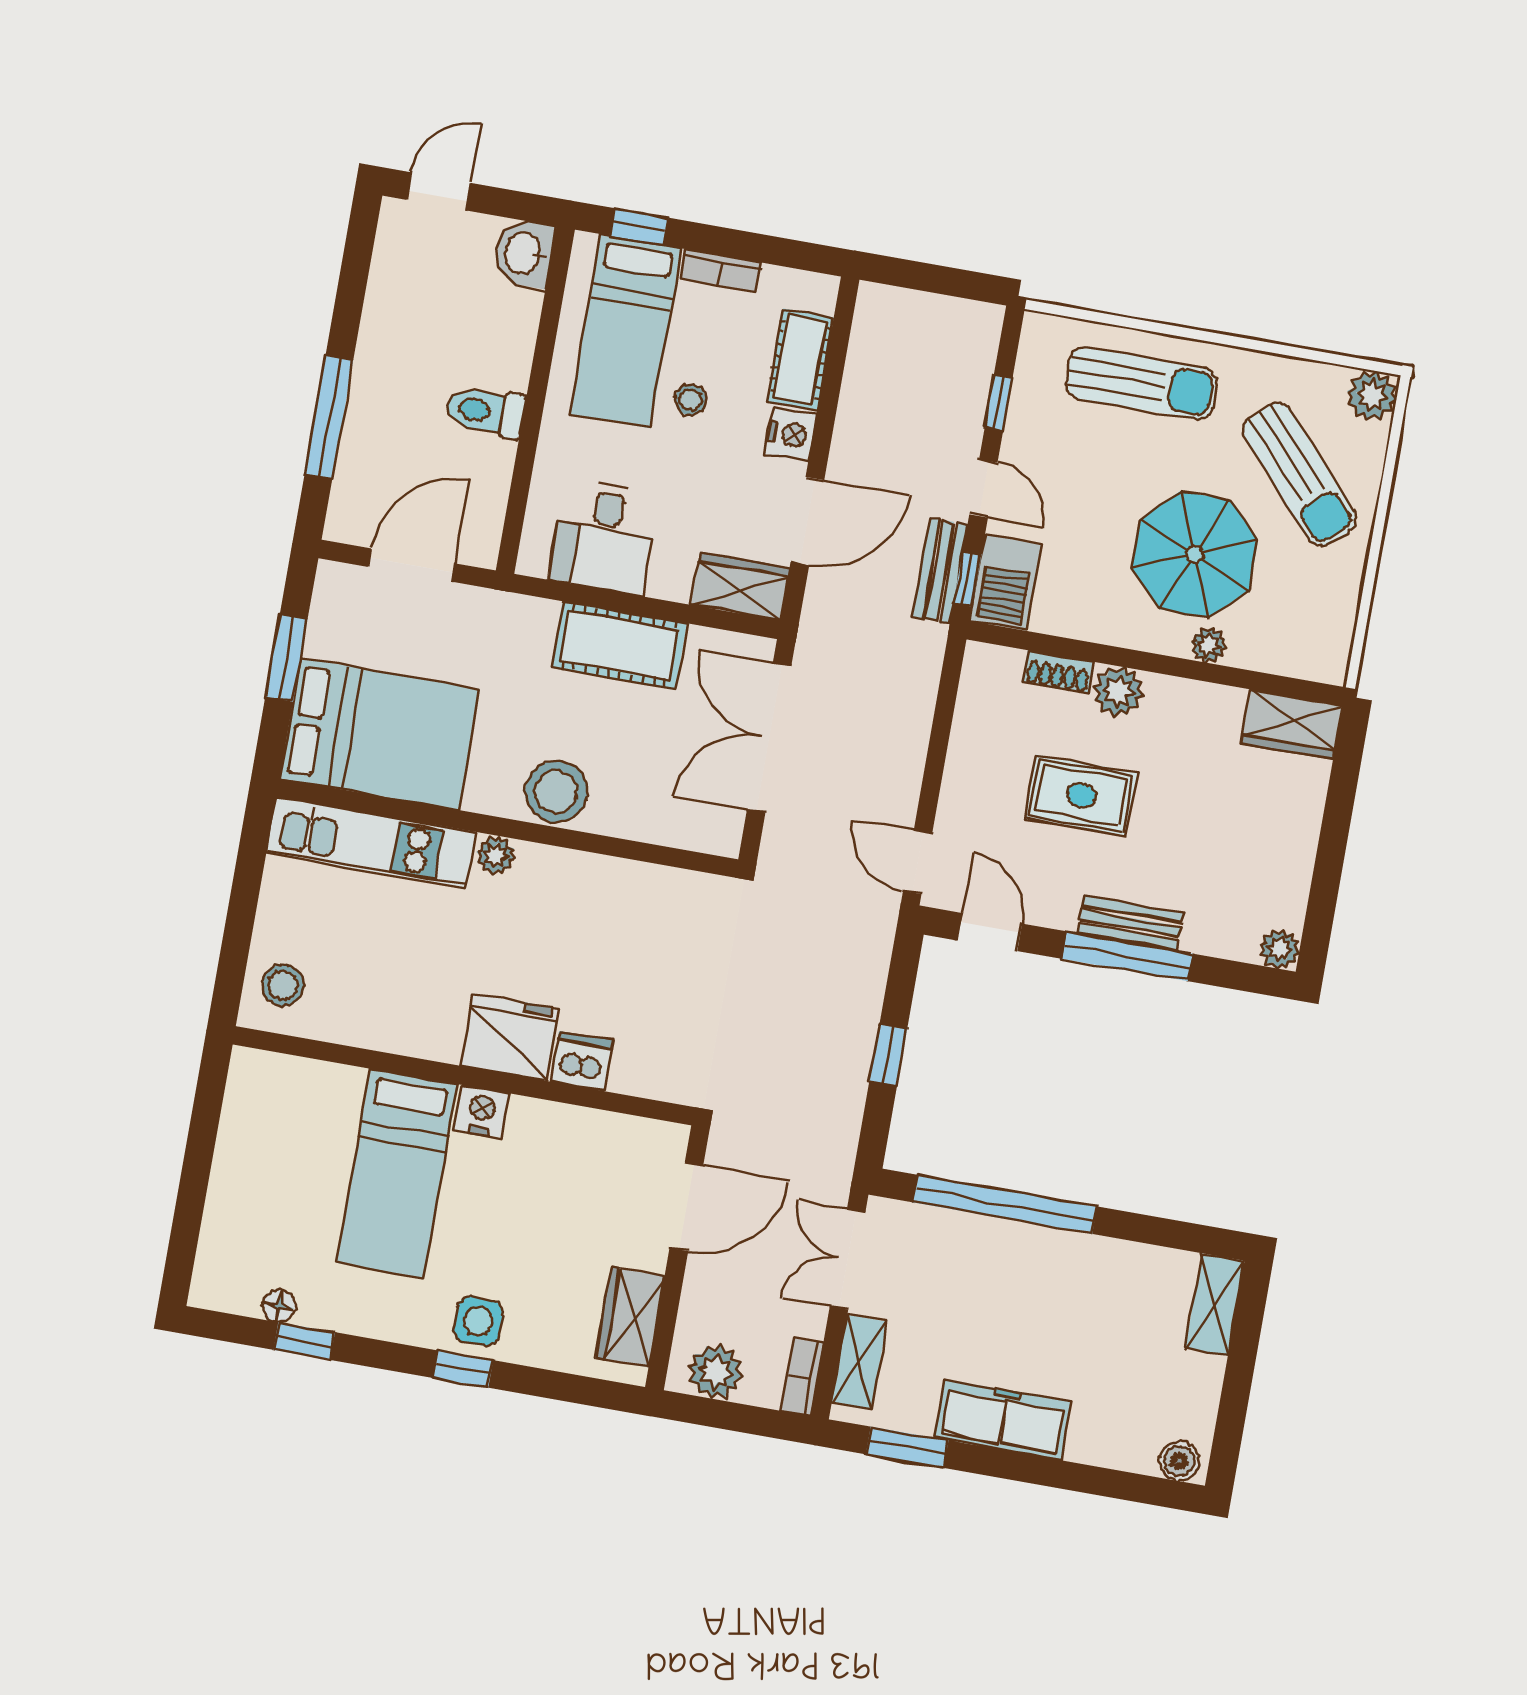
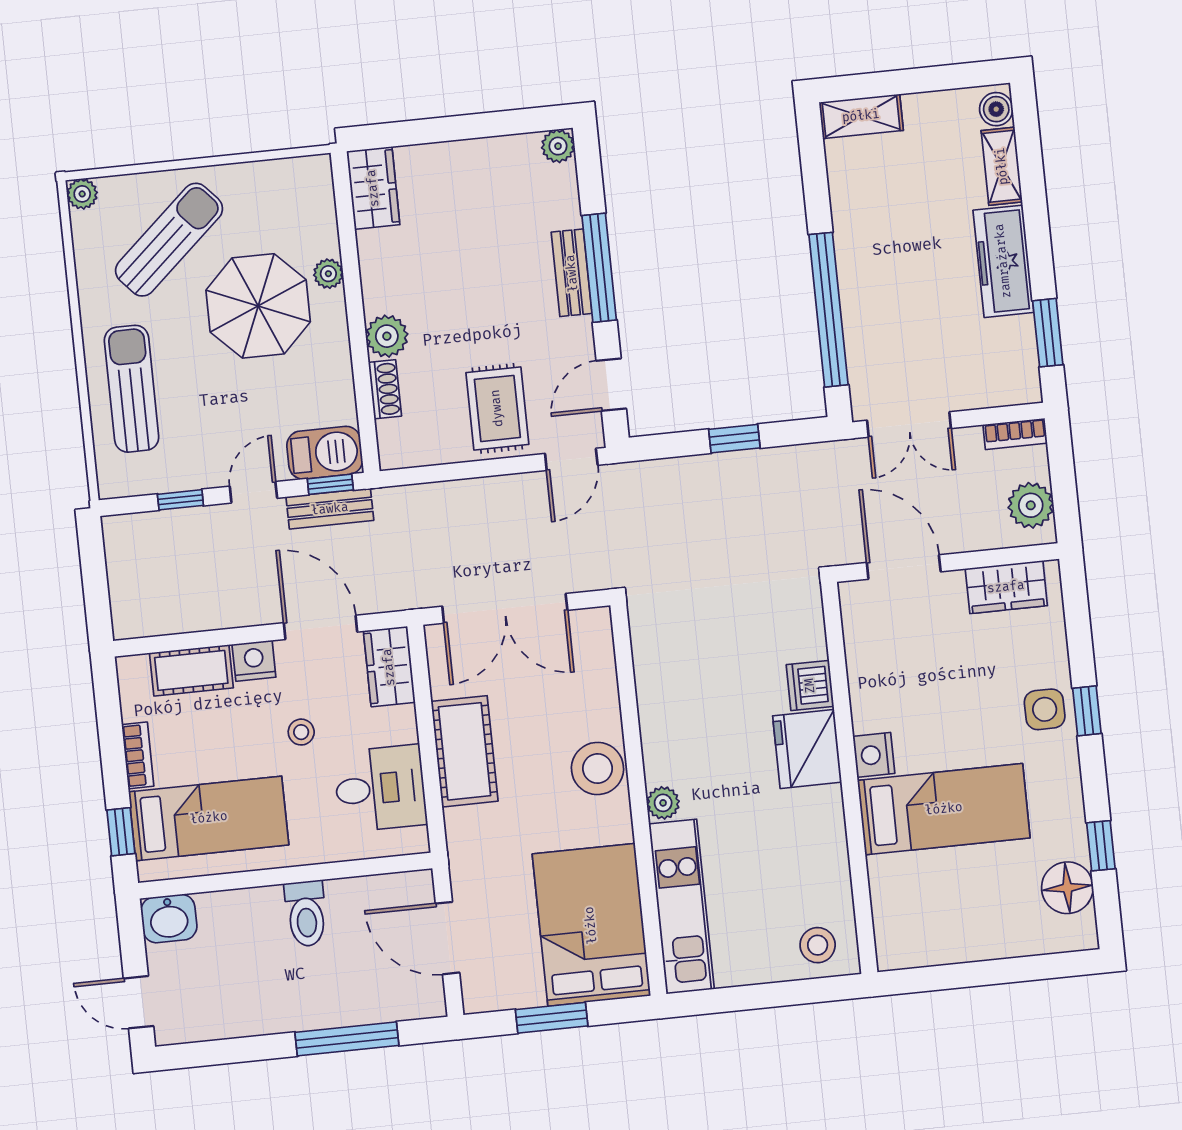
plant: (1372, 396) -> (82, 194), width x0.73, depth x0.73
stool: (690, 400) -> (301, 732), moved
rug: (1081, 795) -> (497, 408), moved
floor lamp: (279, 1306) -> (1067, 888), width x1.89, depth x1.89
shelving: (859, 1362) -> (1002, 166), moved, turned 90

